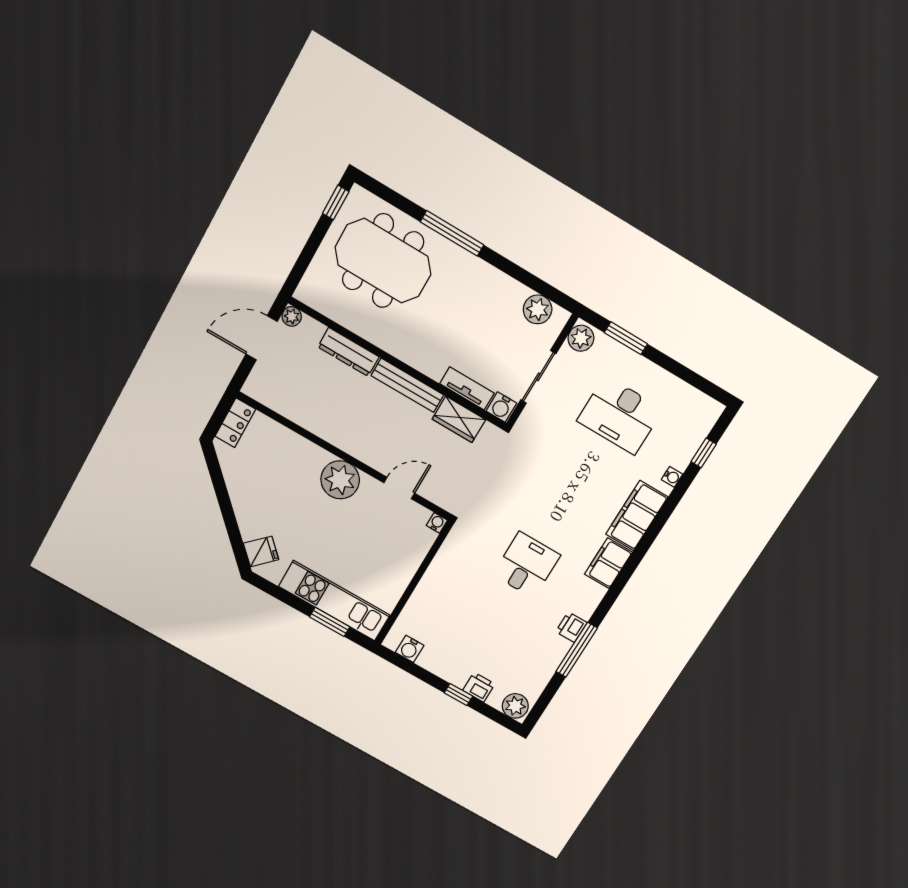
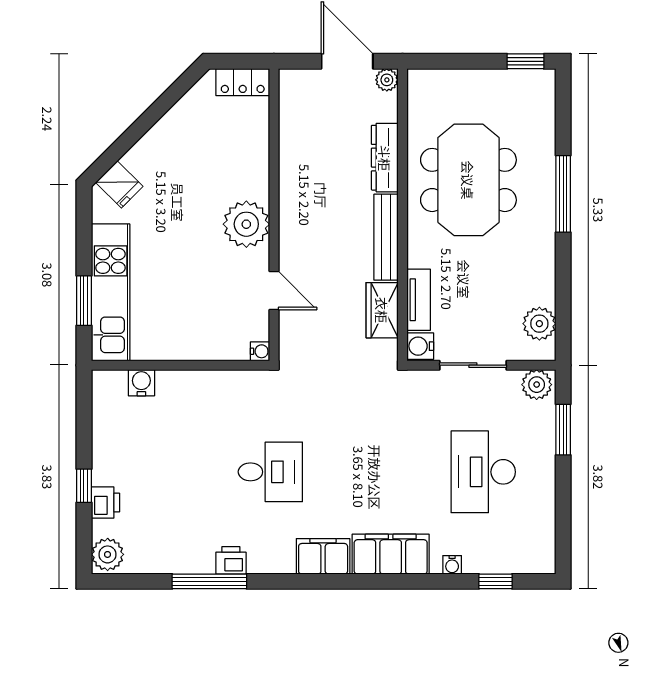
meeting table: (383, 261) -> (468, 180), moved
water cooler: (410, 649) -> (141, 383), moved, turned 90

